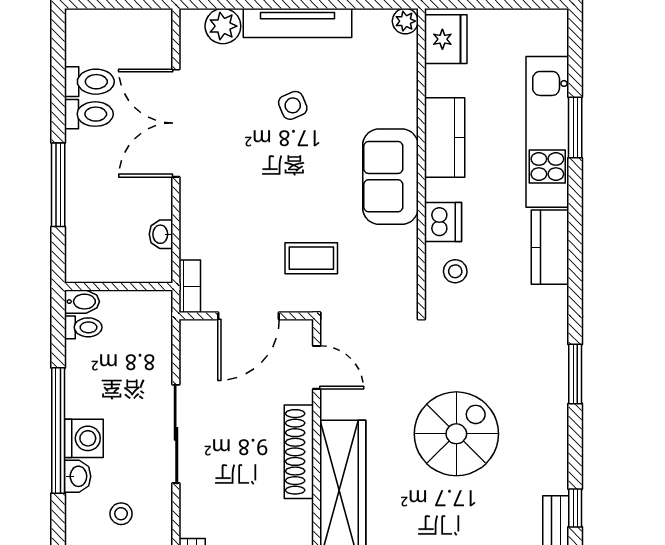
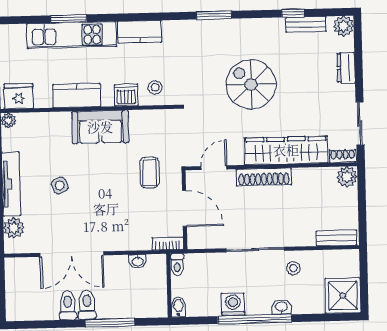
toilet: (89, 82) -> (87, 305), moved
toilet: (83, 327) -> (177, 264), moved, turned 180
washing machine: (84, 438) -> (233, 304), moved
stool: (121, 514) -> (293, 268), moved

